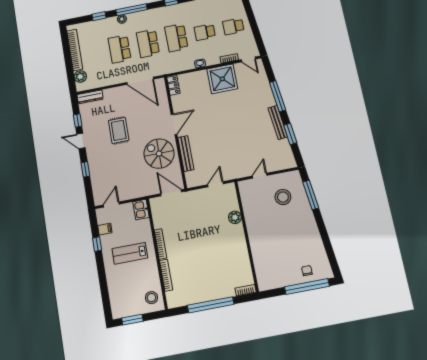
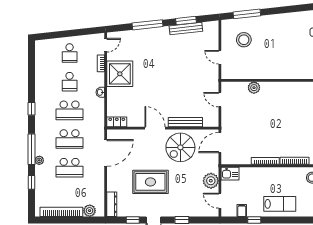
bench: (278, 122) -> (186, 29), moved
rug: (119, 130) -> (150, 182), width x1.36, depth x1.43
plant: (130, 191) -> (211, 181), added
lab bench: (130, 253) -> (280, 204), moved, turned -90

